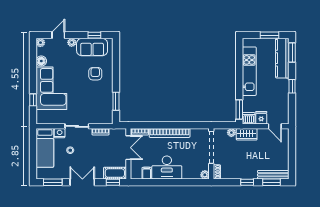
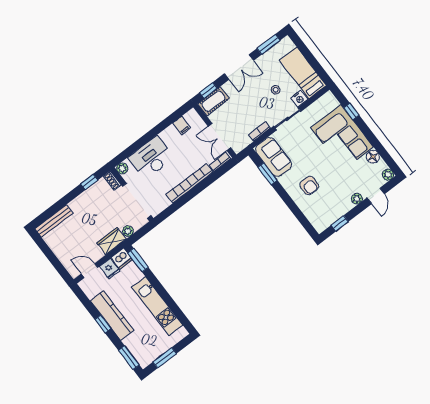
sofa: (92, 47) -> (274, 157), moved, turned 90
kitchen counter: (282, 58) -> (112, 316), moved
desk: (167, 167) -> (151, 158), moved
window: (247, 182) -> (89, 182), moved
window: (271, 182) -> (50, 212), removed

